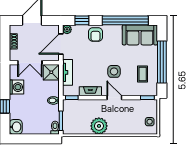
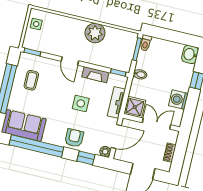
side table: (114, 71) -> (81, 103), moved

